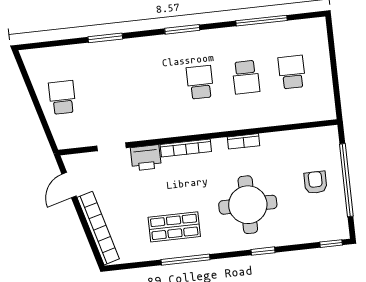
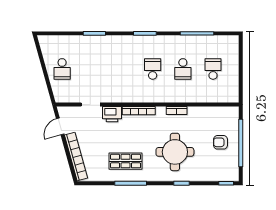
school desk: (62, 97) -> (62, 69), turned 180
armchair: (316, 182) -> (220, 142), turned -90

